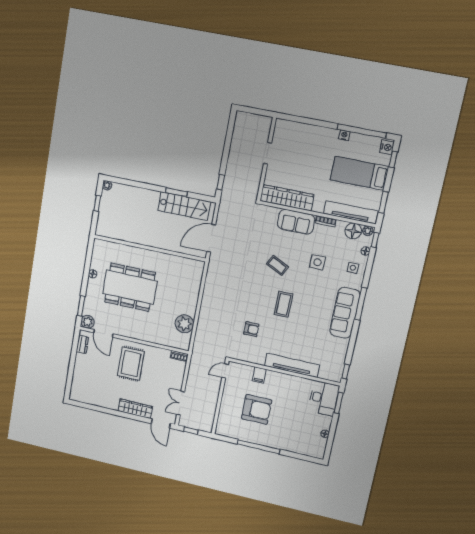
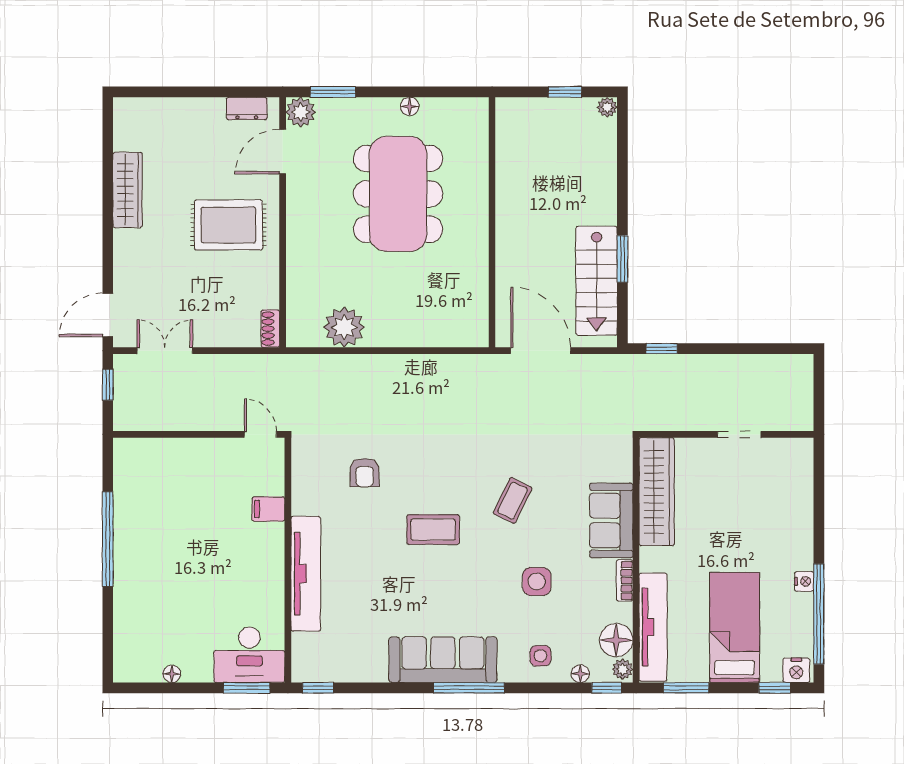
wardrobe: (135, 409) -> (128, 190), moved
armchair: (257, 409) -> (191, 518), removed

